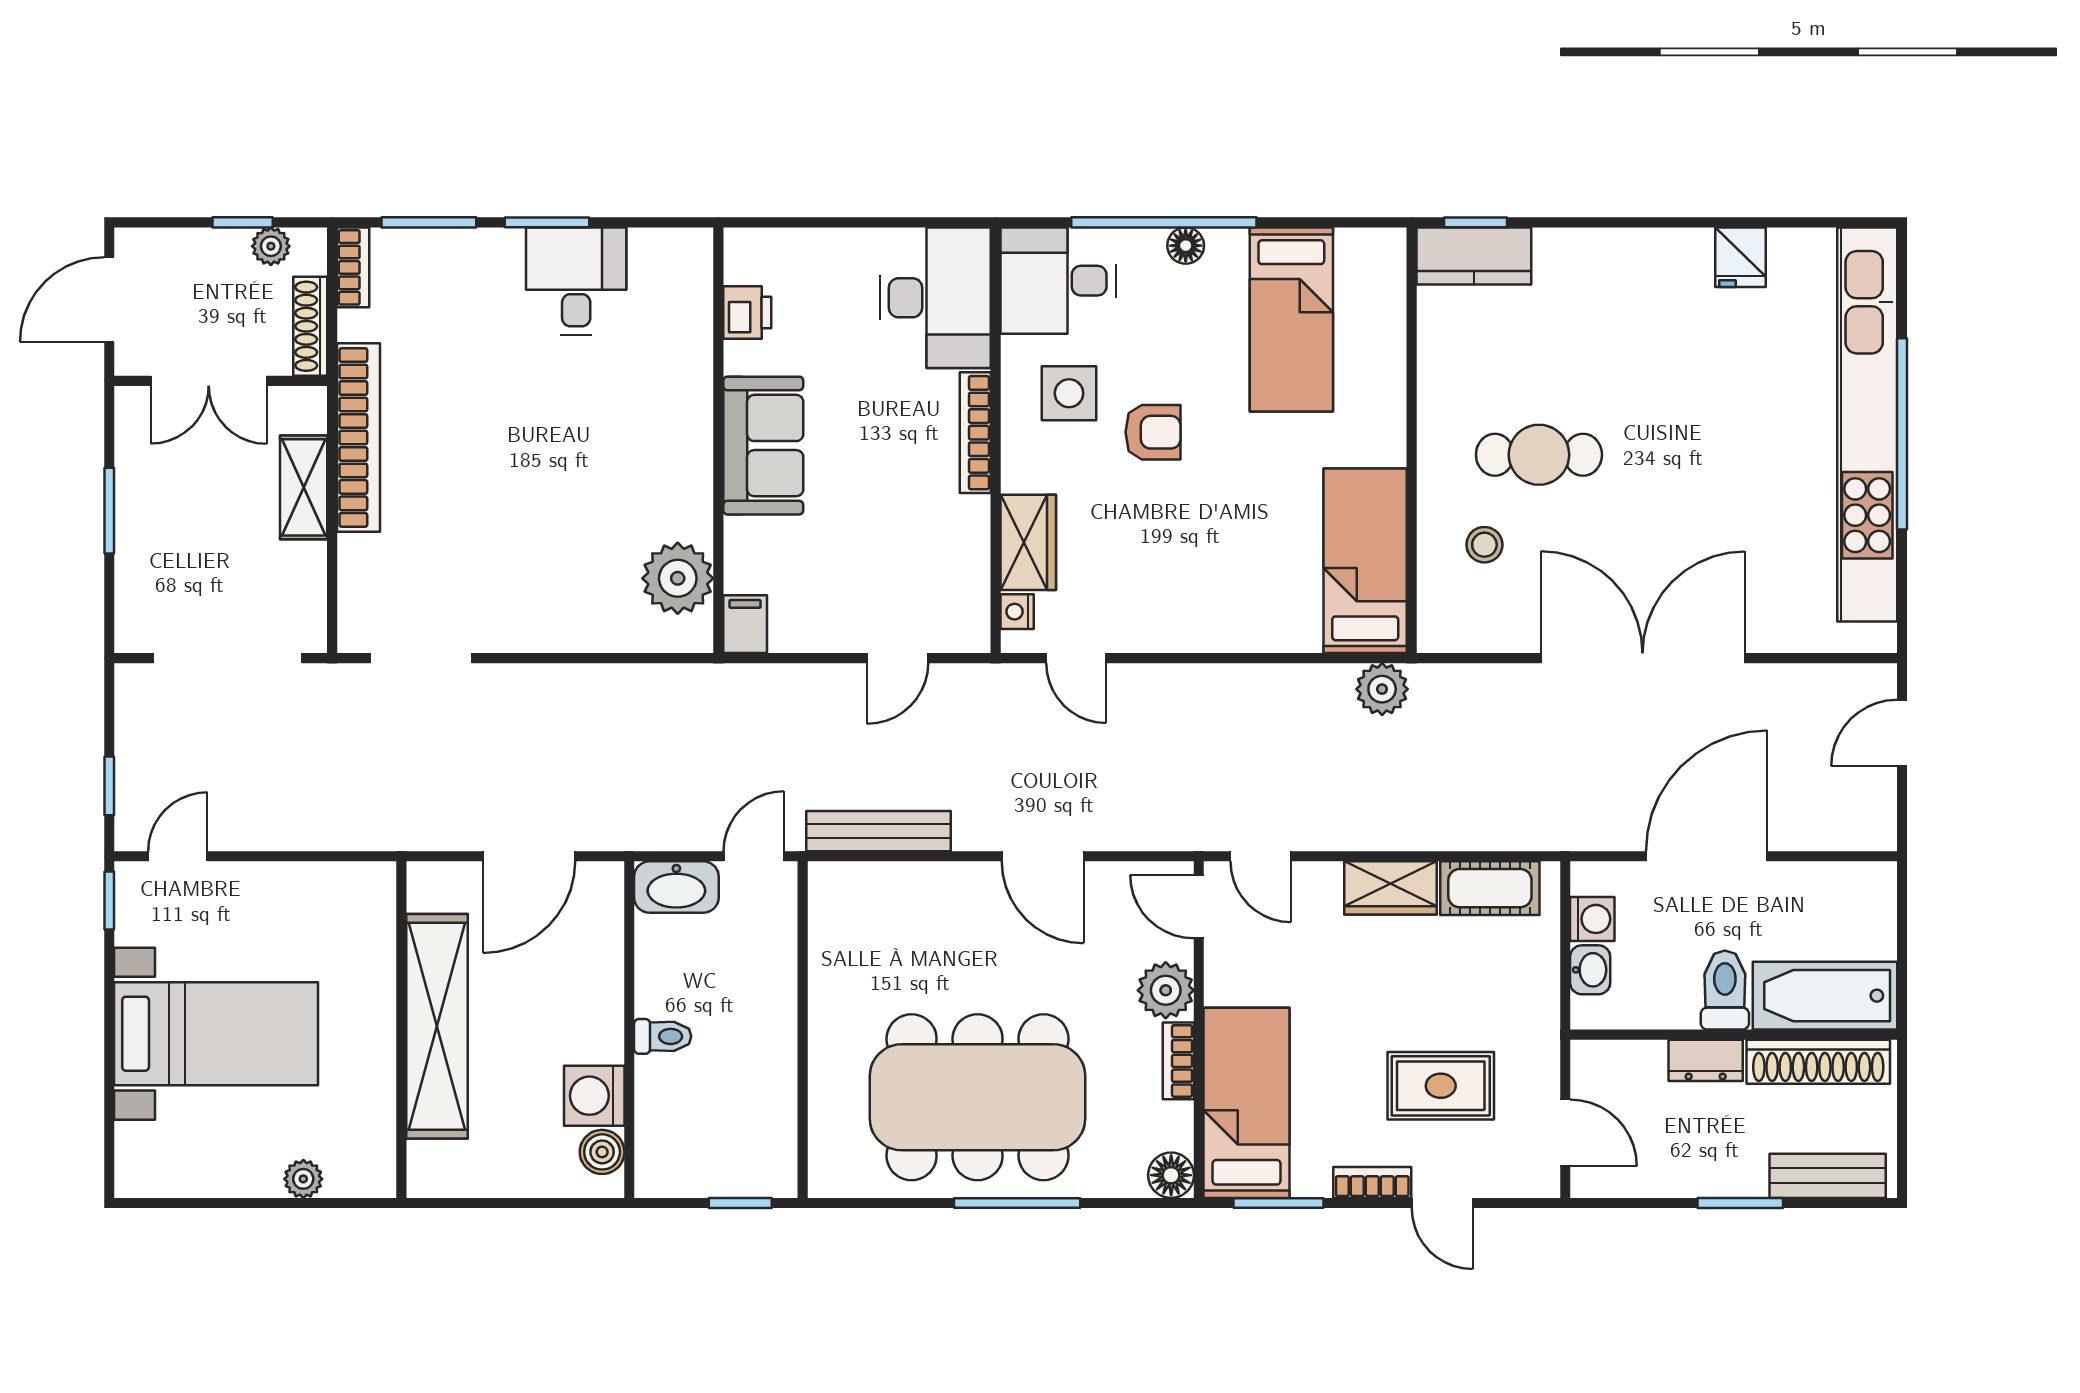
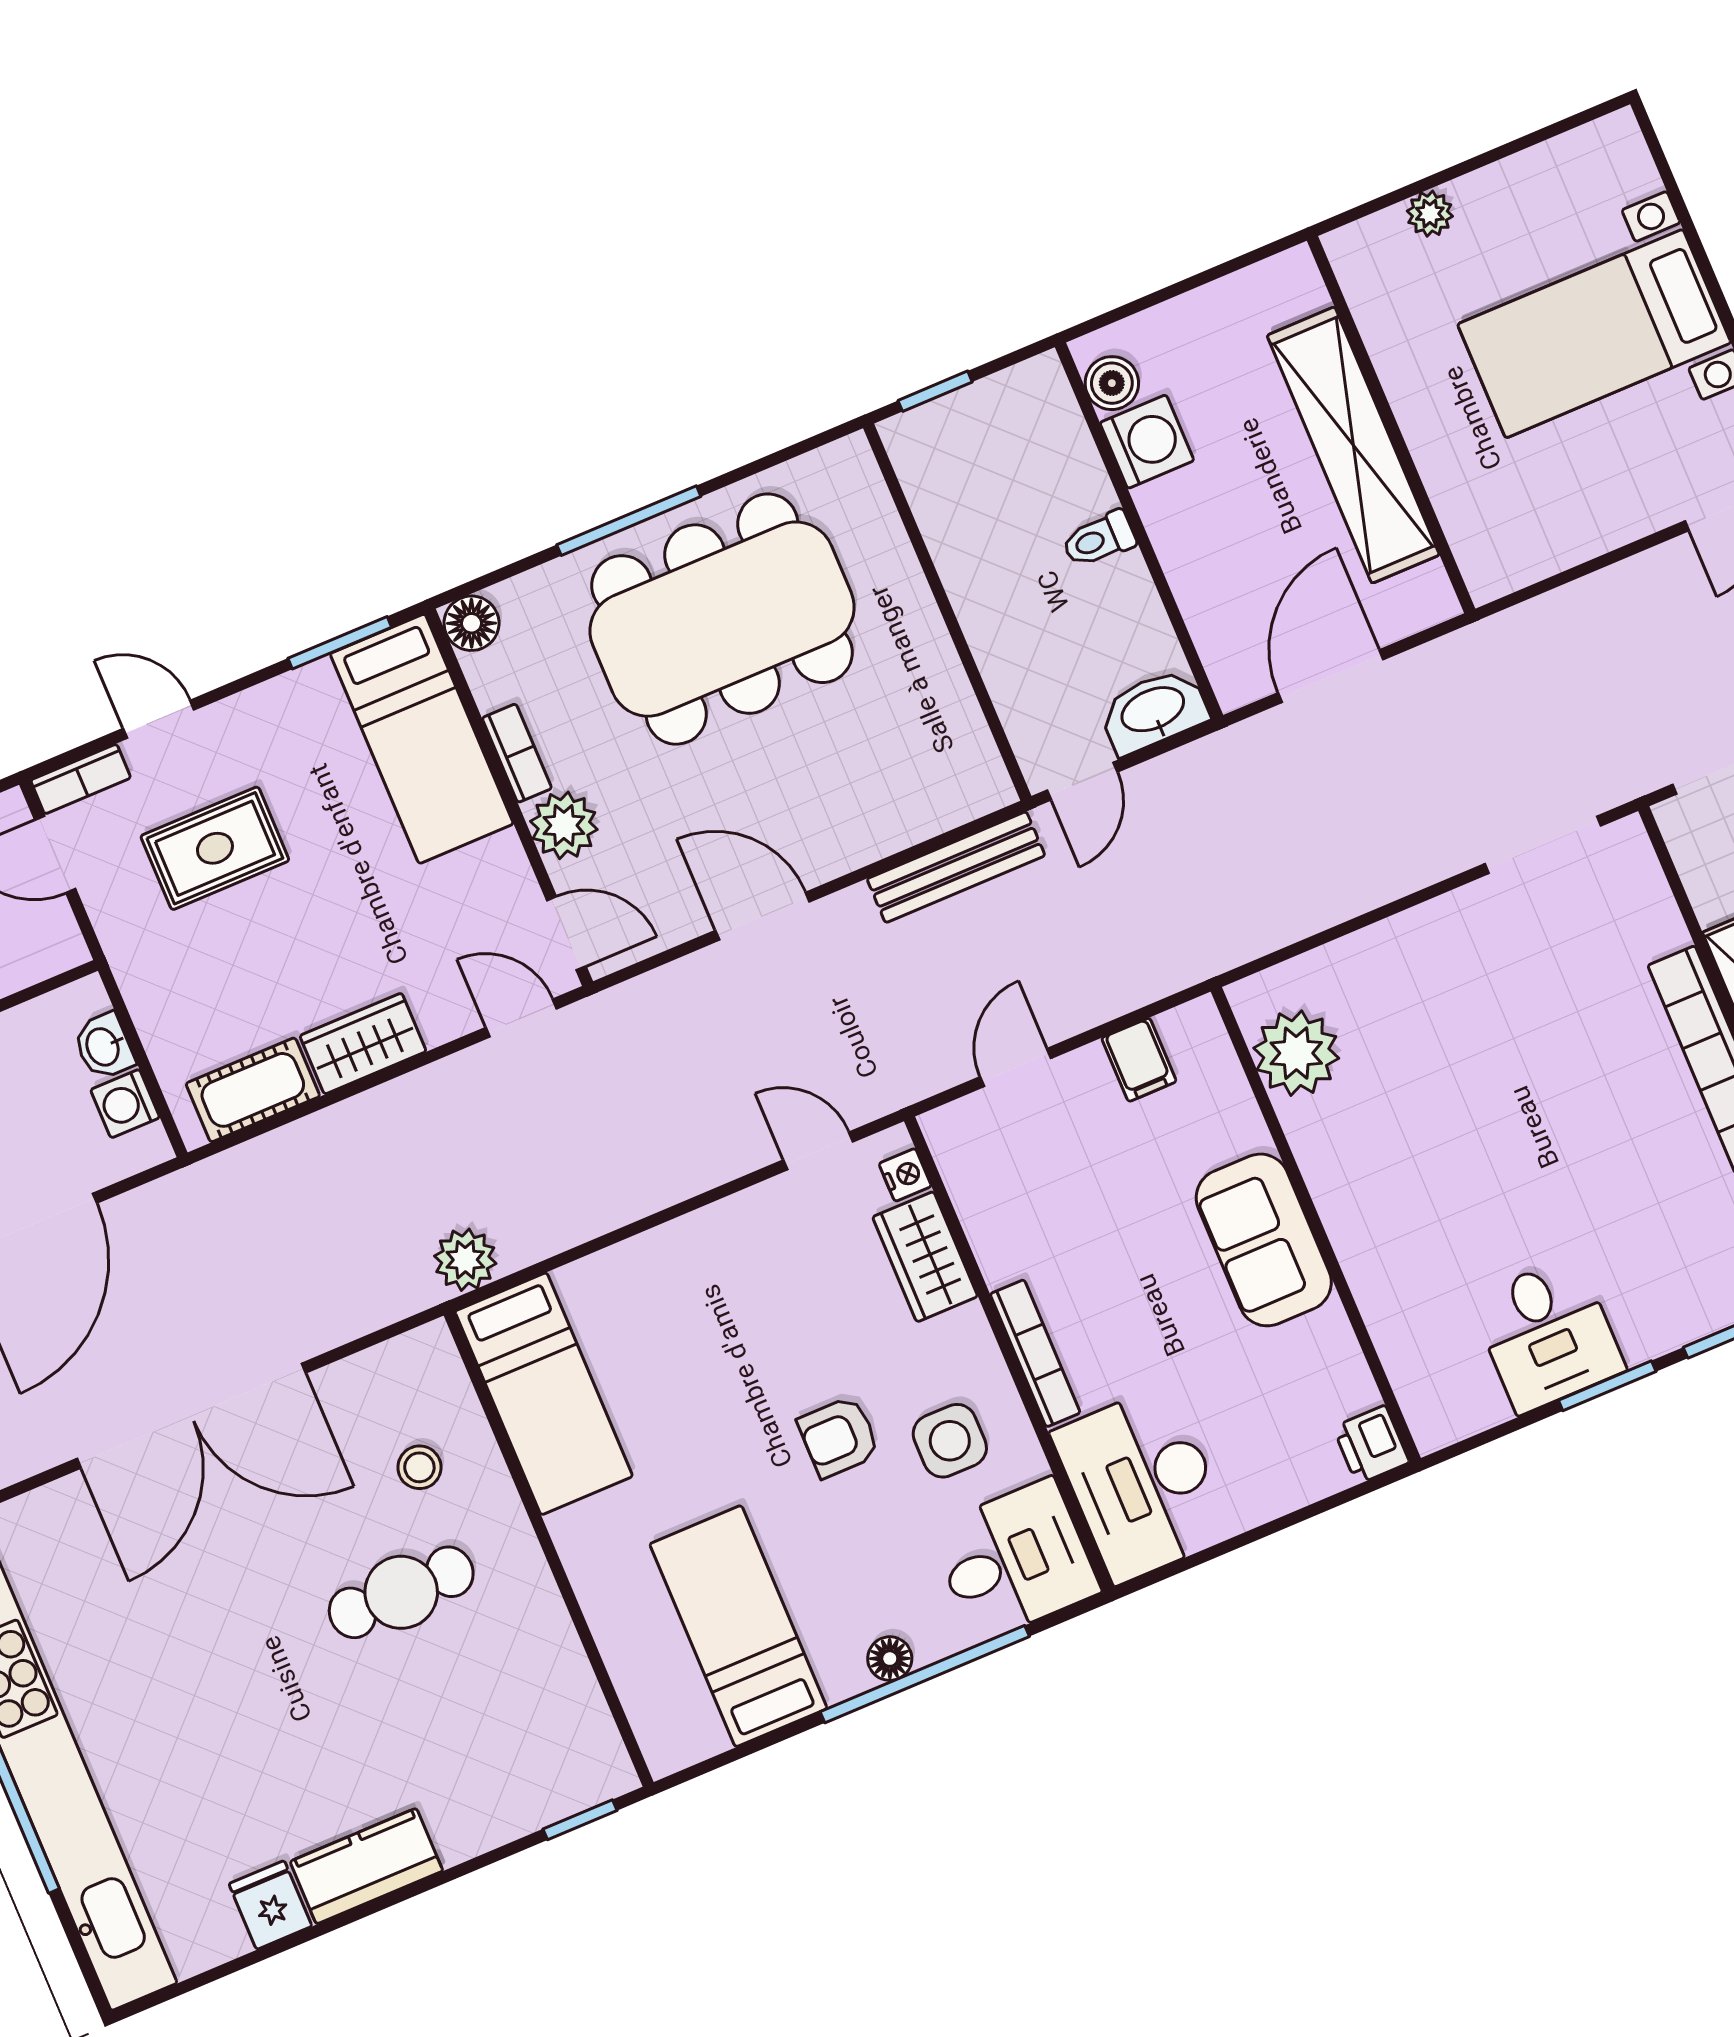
kitchen counter: (1474, 256) -> (366, 1866), moved
printer: (747, 312) -> (1371, 1445), moved
filing cabinet: (745, 624) -> (1139, 1060), moved
bookcase: (1372, 1182) -> (81, 779), moved

